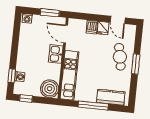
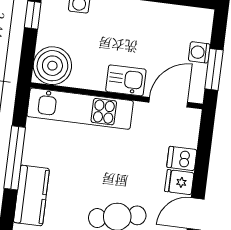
washing machine: (27, 18) -> (199, 52), moved

